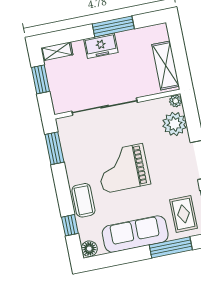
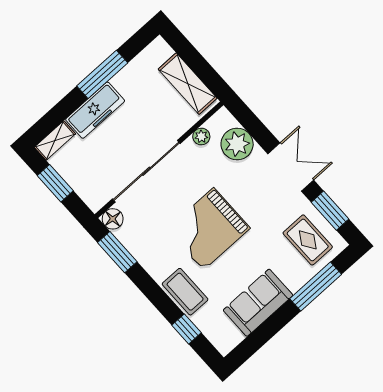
freezer: (101, 46) -> (95, 110), width x1.40
plant: (176, 101) -> (201, 136), moved
sofa: (135, 234) -> (258, 303), width x0.73
floor lamp: (89, 249) -> (113, 219), moved

